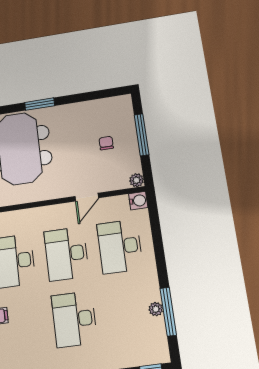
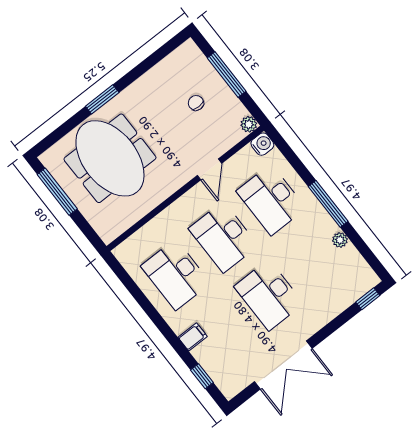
window: (168, 312) -> (328, 204), moved

